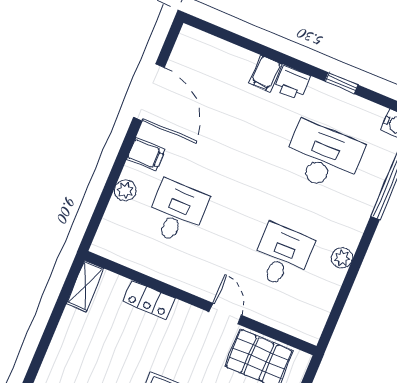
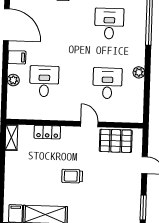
desk: (323, 157) -> (109, 24), width x0.73

